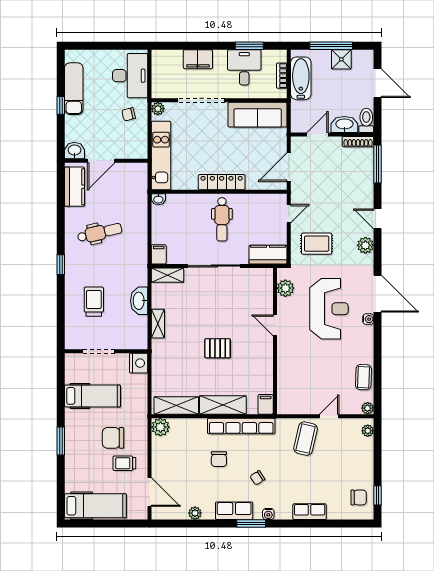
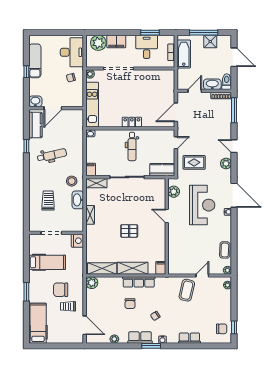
plant: (171, 61) -> (98, 43), added
sofa: (258, 115) -> (155, 78), removed
locker: (222, 182) -> (132, 122), width x0.66
window: (61, 265) -> (26, 146), moved
stool: (130, 272) -> (72, 181), added
row of seats: (241, 426) -> (139, 282), width x0.73
hospital bed: (95, 506) -> (38, 323), moved, turned -90

